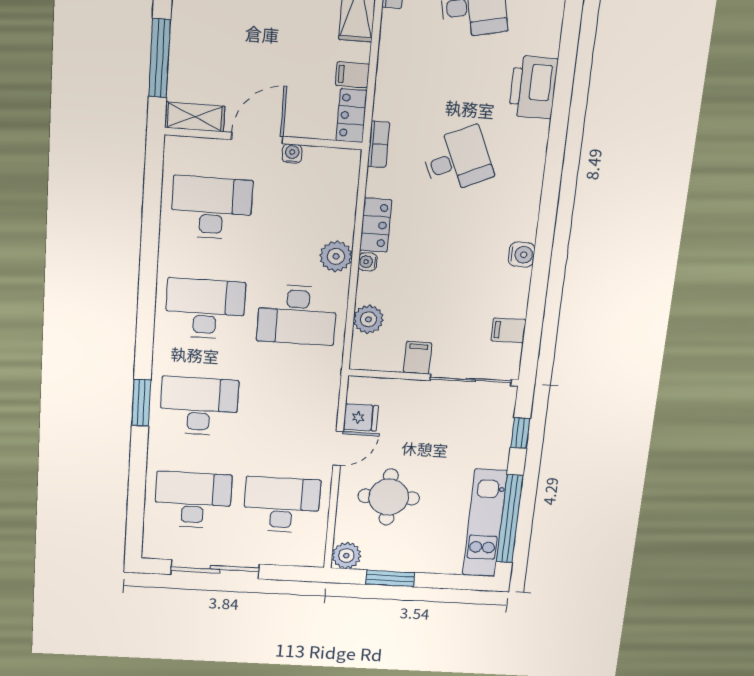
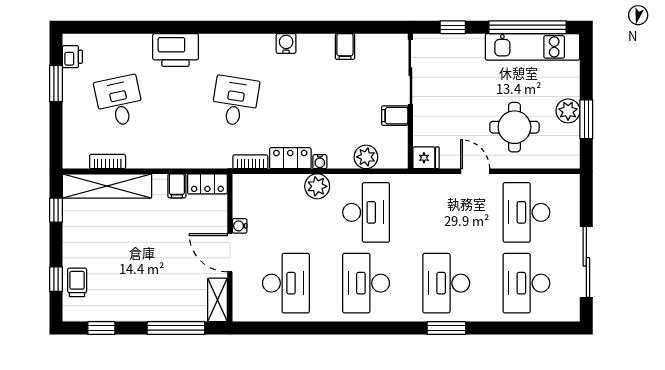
bookcase: (378, 144) -> (250, 162), moved
desk: (457, 160) -> (235, 101), turned 33
desk: (212, 208) -> (286, 283), turned 180
water cooler: (522, 255) -> (286, 43), moved
filing cabinet: (509, 330) -> (345, 46), moved
fridge: (361, 417) -> (426, 158), moved, turned 90
plant: (346, 556) -> (568, 111), moved

